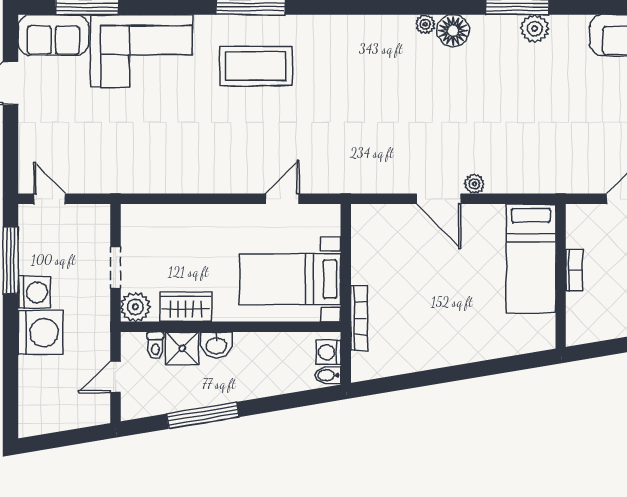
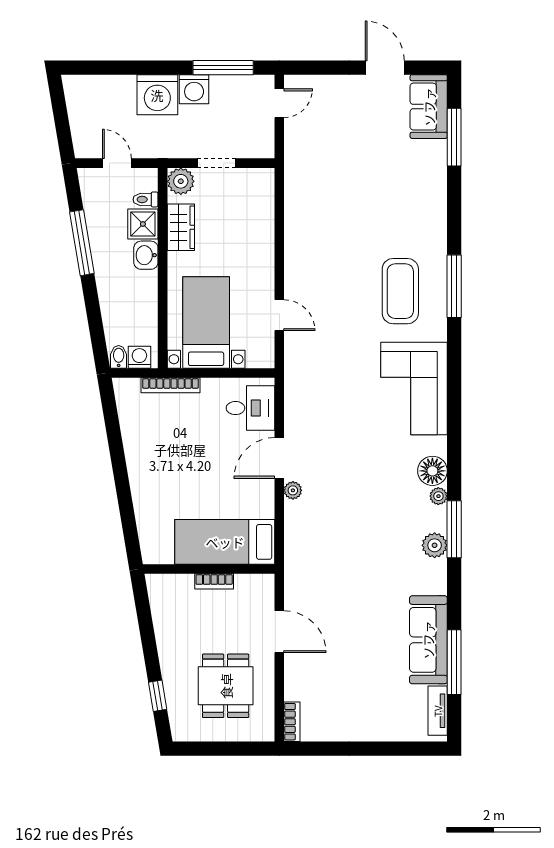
plant: (425, 24) -> (438, 496), moved
corner sofa: (141, 51) -> (414, 389), moved
desk: (384, 230) -> (250, 408), added

